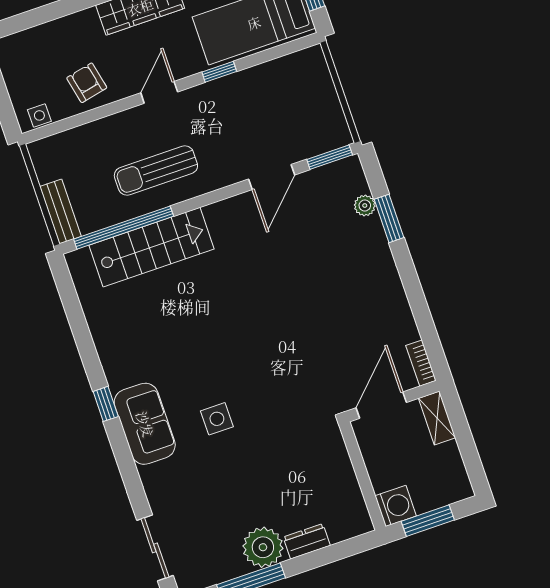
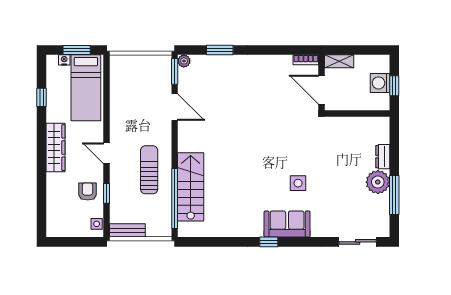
window: (219, 72) -> (107, 193), moved
armchair: (87, 83) -> (88, 191), turned 102
sun lounger: (156, 171) -> (149, 170), turned 180
plant: (365, 206) -> (184, 61), moved
bench: (60, 211) -> (127, 230), moved
washing machine: (396, 506) -> (380, 83), moved, turned -90
window: (428, 521) -> (394, 86), width x0.67

